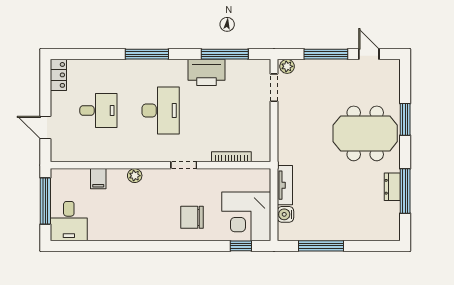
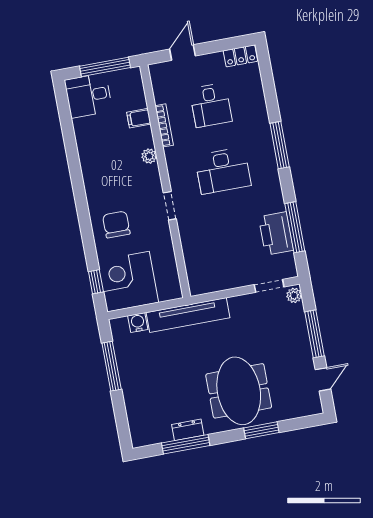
printer: (207, 72) -> (276, 233), moved
bookcase: (231, 157) -> (164, 125), moved
tv unit: (285, 185) -> (188, 315), width x1.92, depth x1.29

